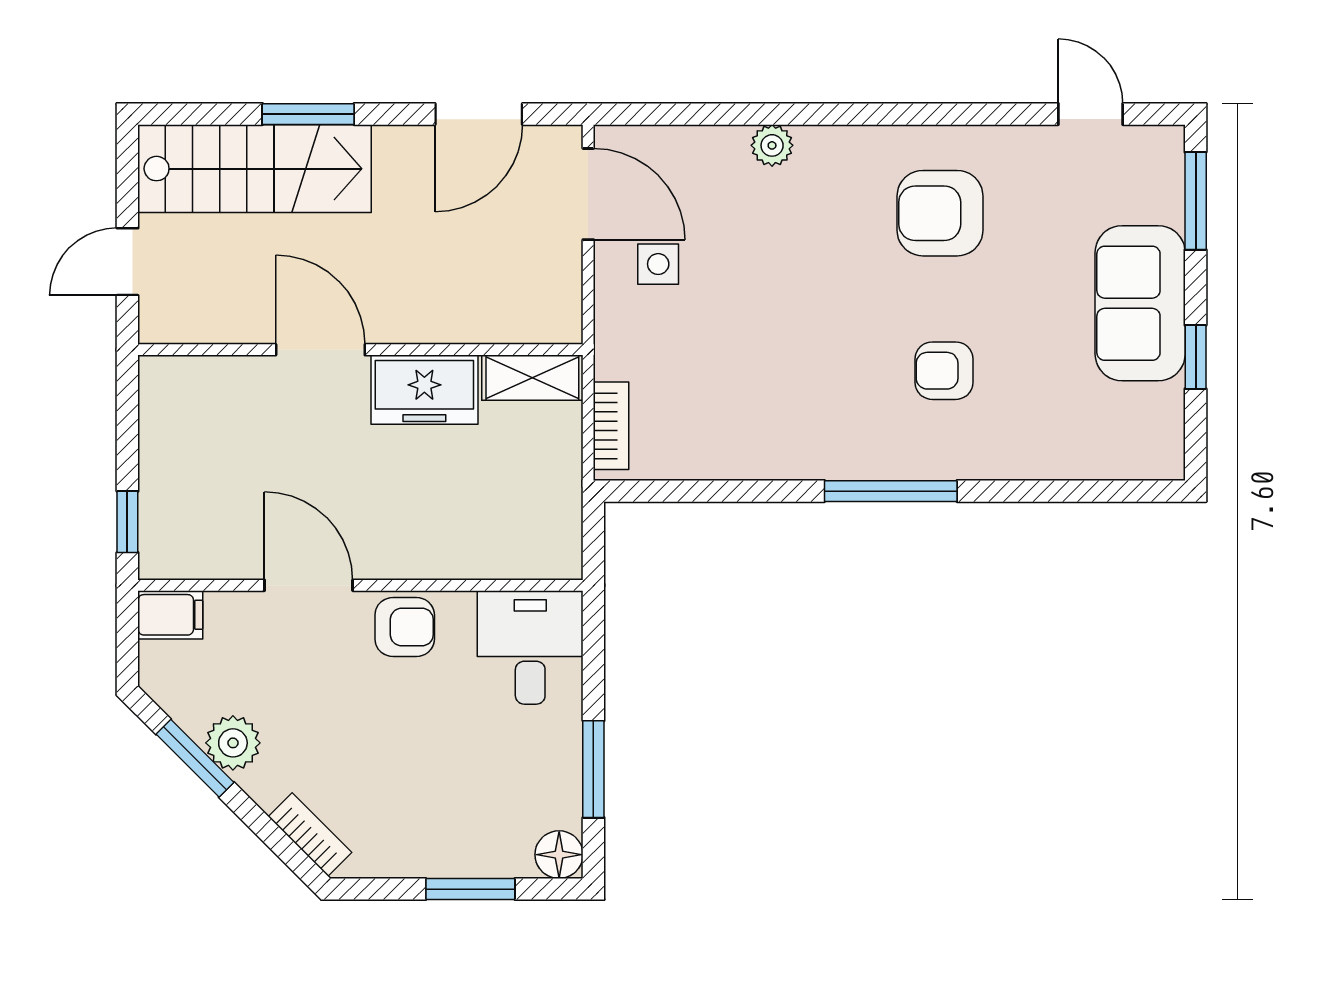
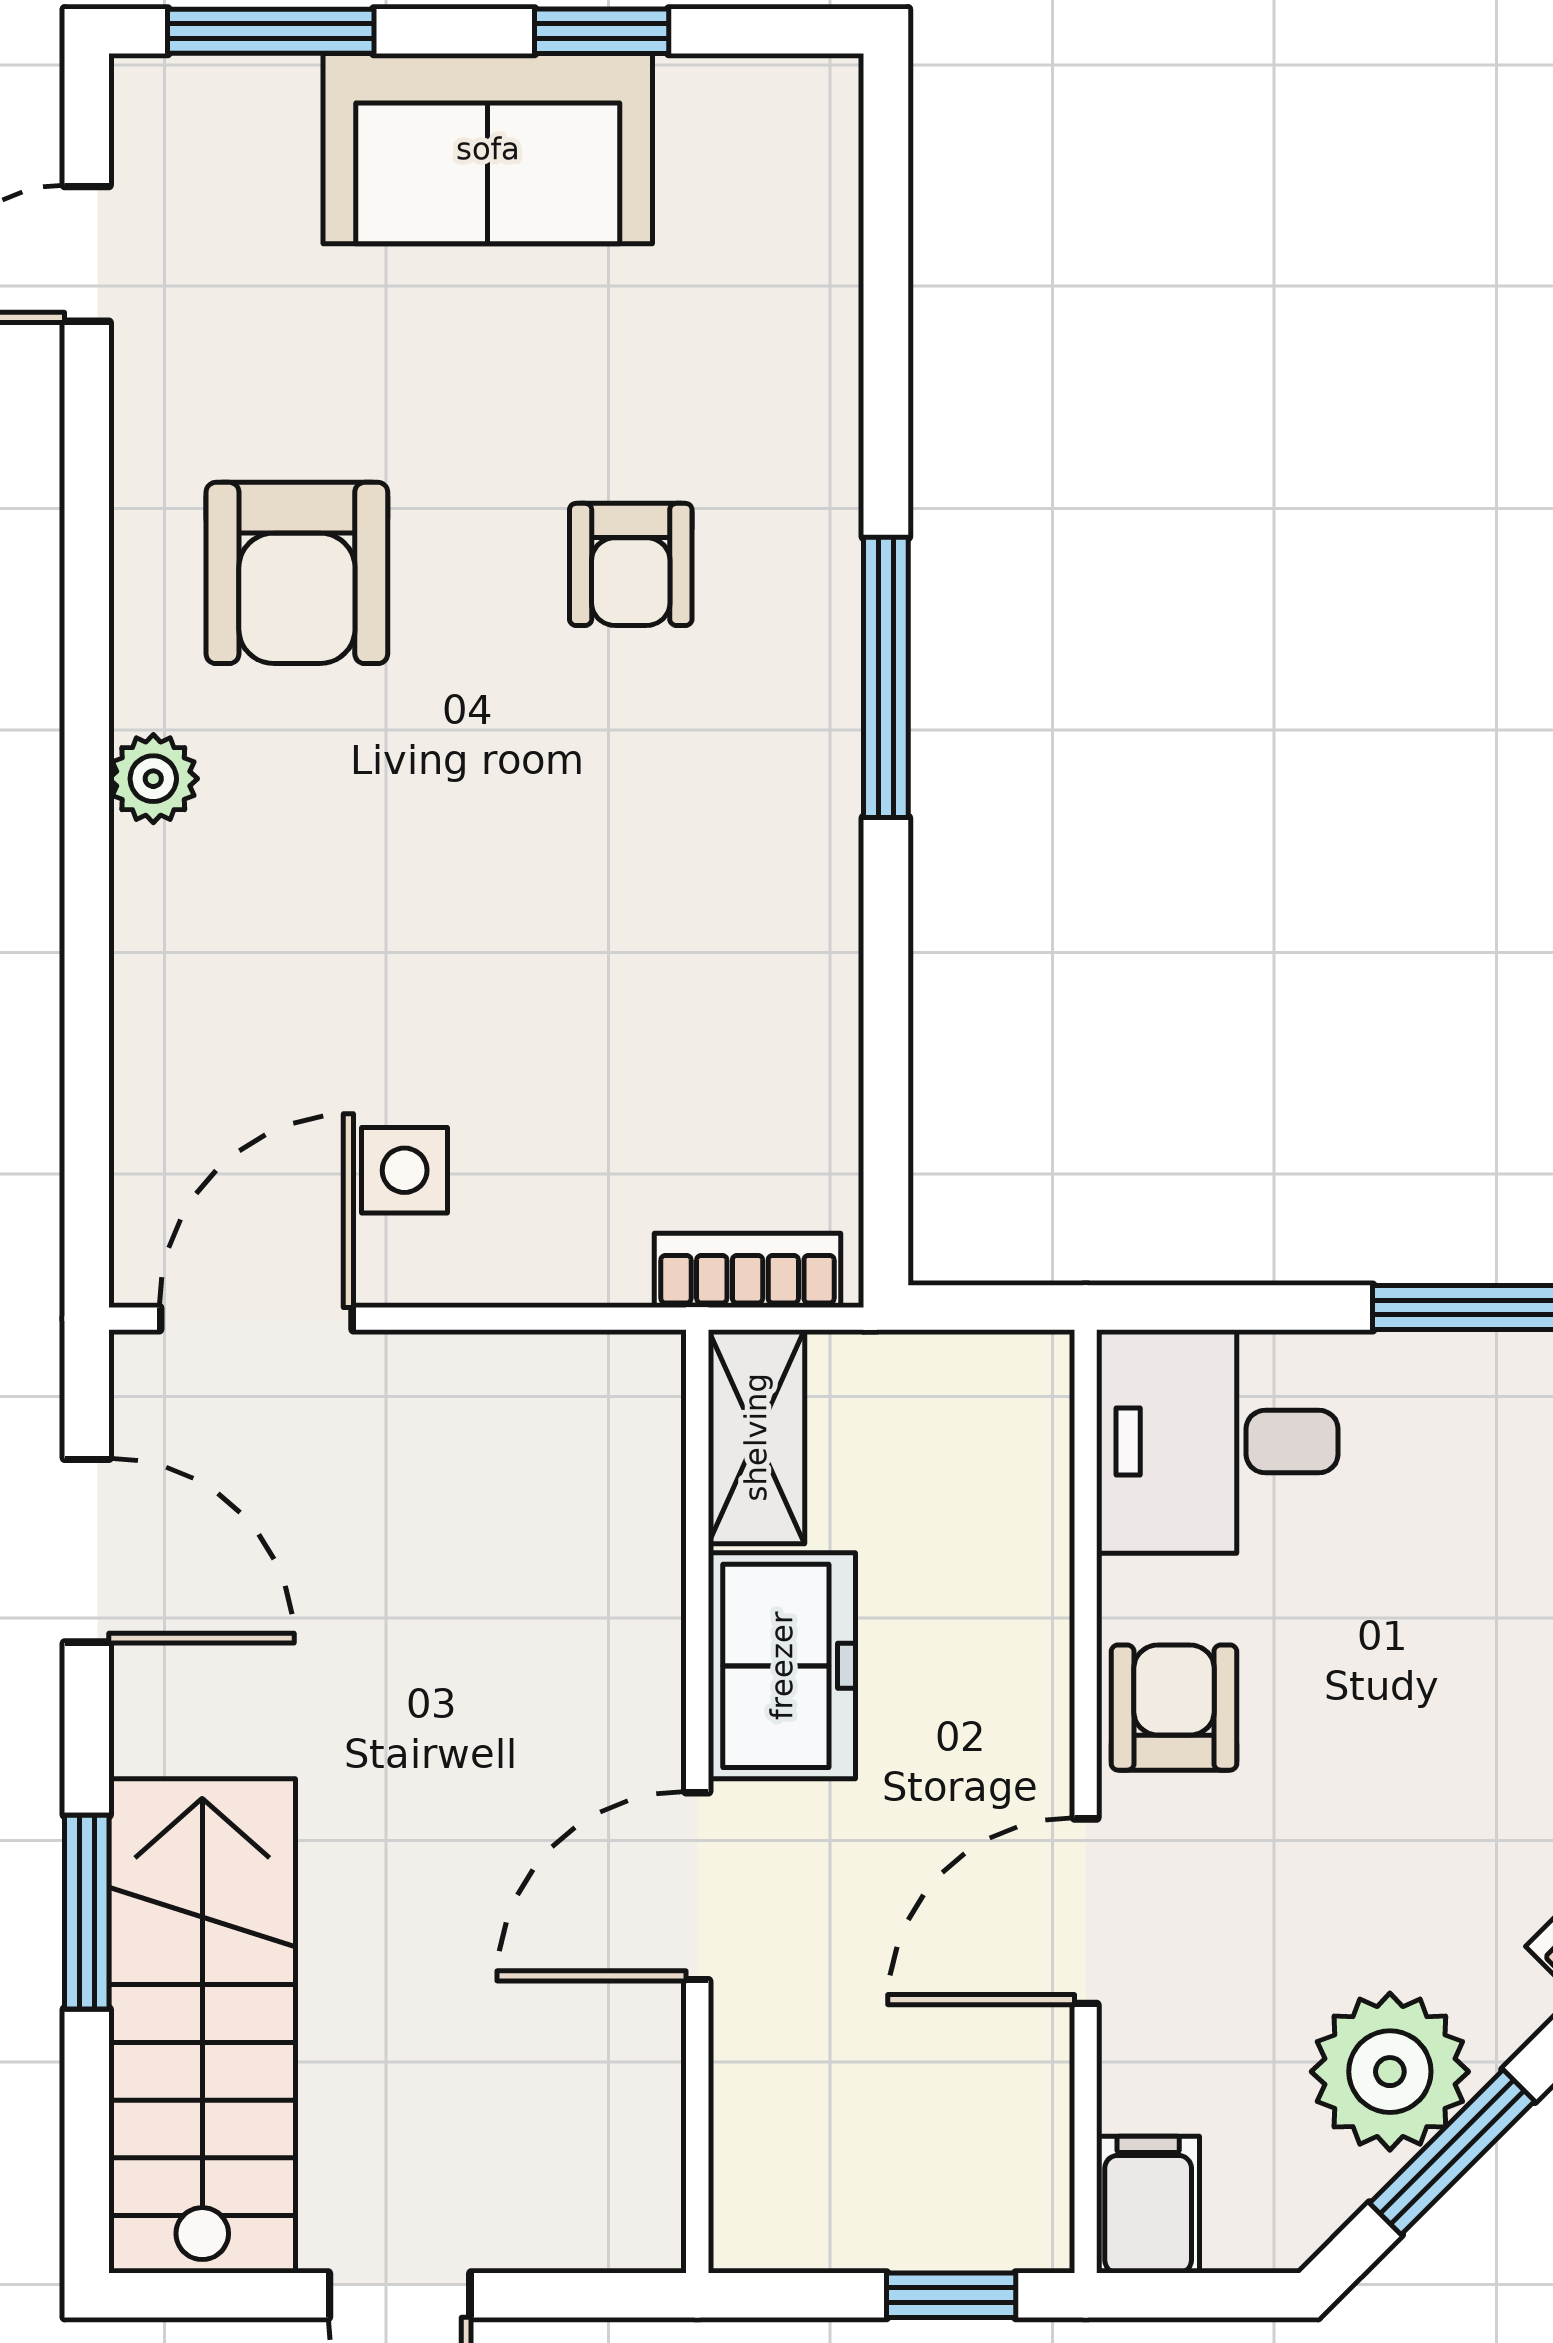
plant: (772, 145) -> (153, 779), moved
door: (320, 350) -> (697, 1886), moved
wall: (360, 350) -> (697, 1801), moved
shelving: (532, 378) -> (756, 1437), moved
freezer: (424, 390) -> (782, 1666), moved
plant: (233, 743) -> (1390, 2072), width x1.36, depth x1.36

